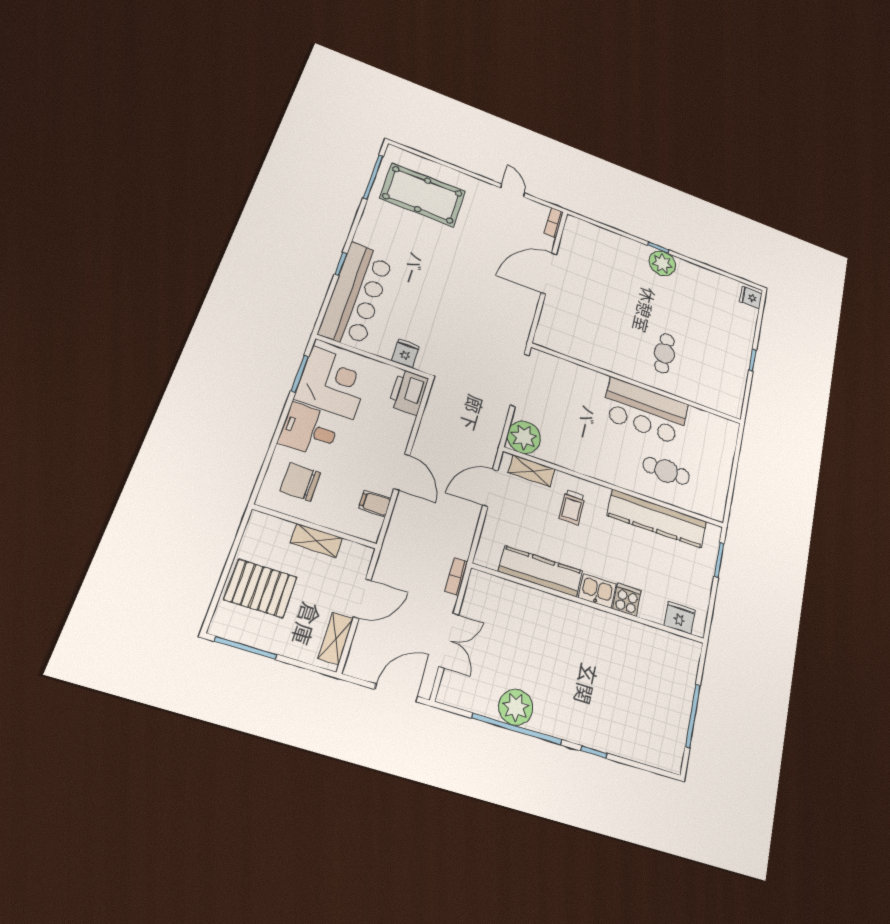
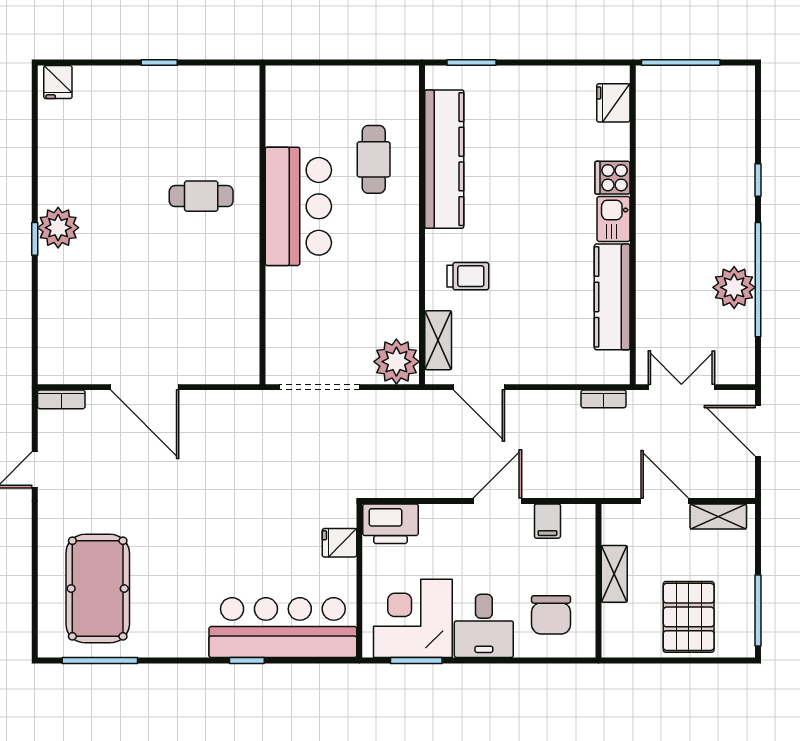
kitchen counter: (541, 571) -> (612, 297), moved
kitchen sink: (597, 591) -> (613, 219), moved
cooker: (627, 600) -> (612, 178), moved
wall: (590, 604) -> (633, 225), moved
fridge: (680, 618) -> (613, 103), moved

